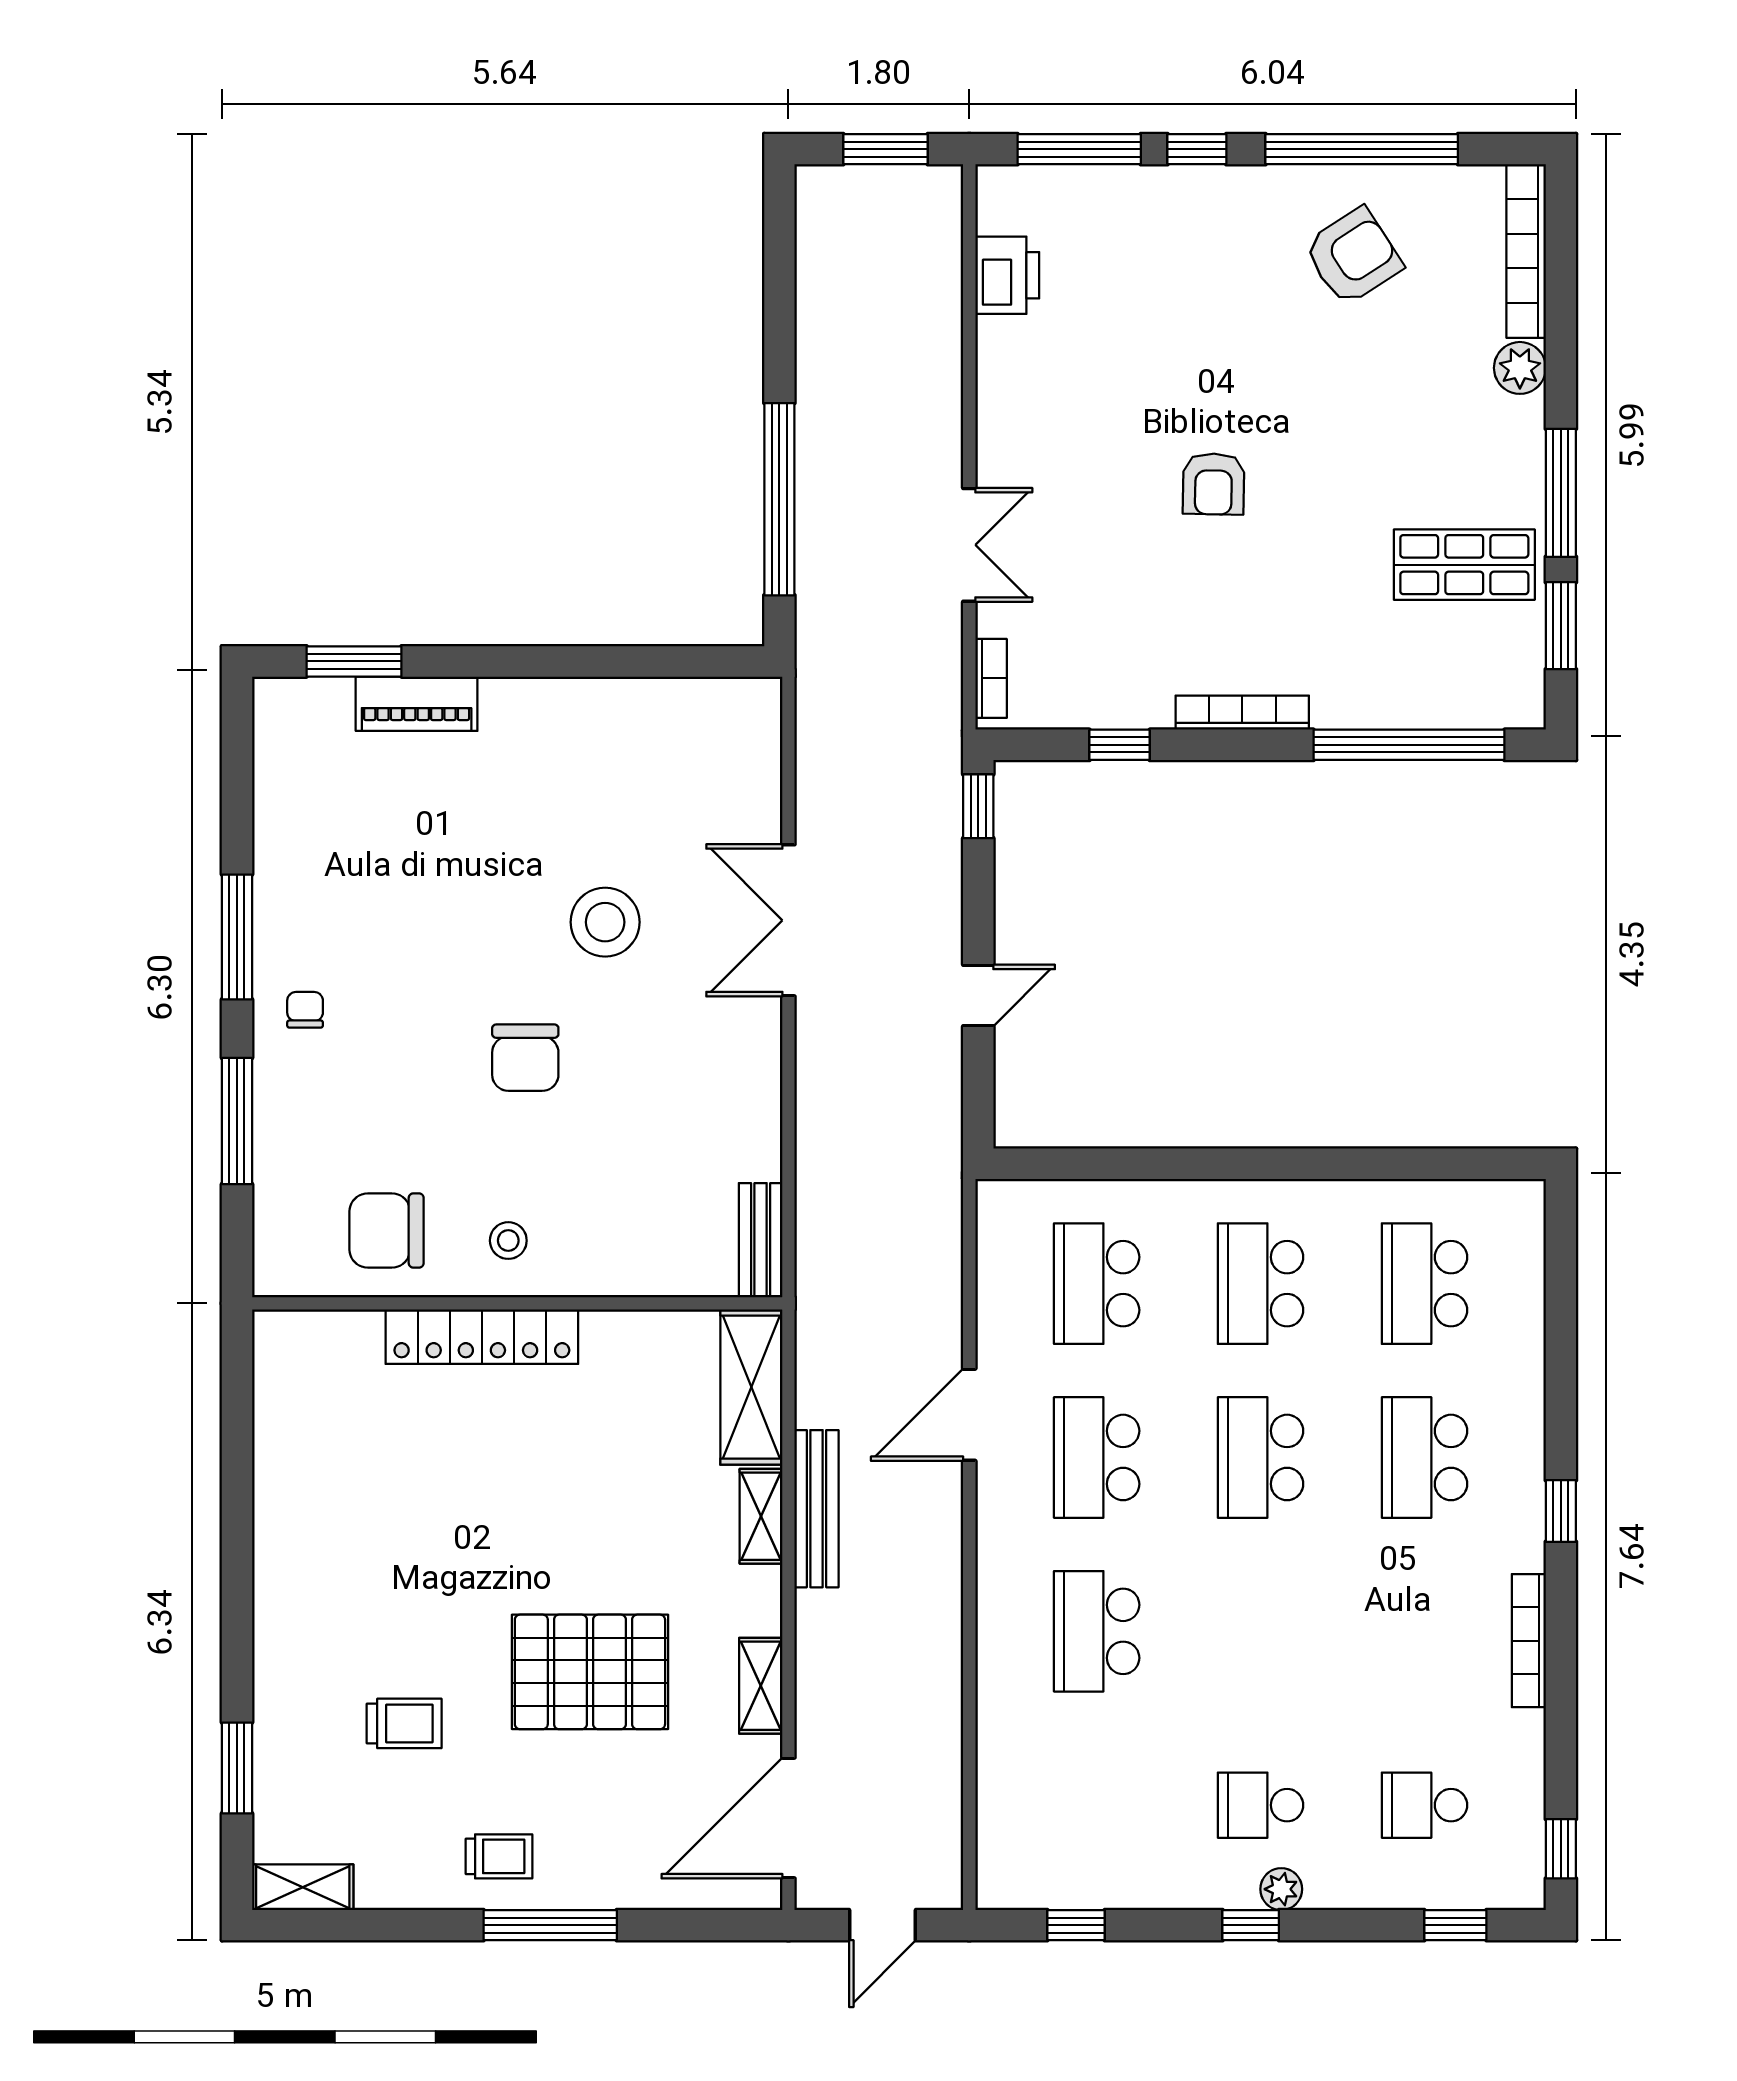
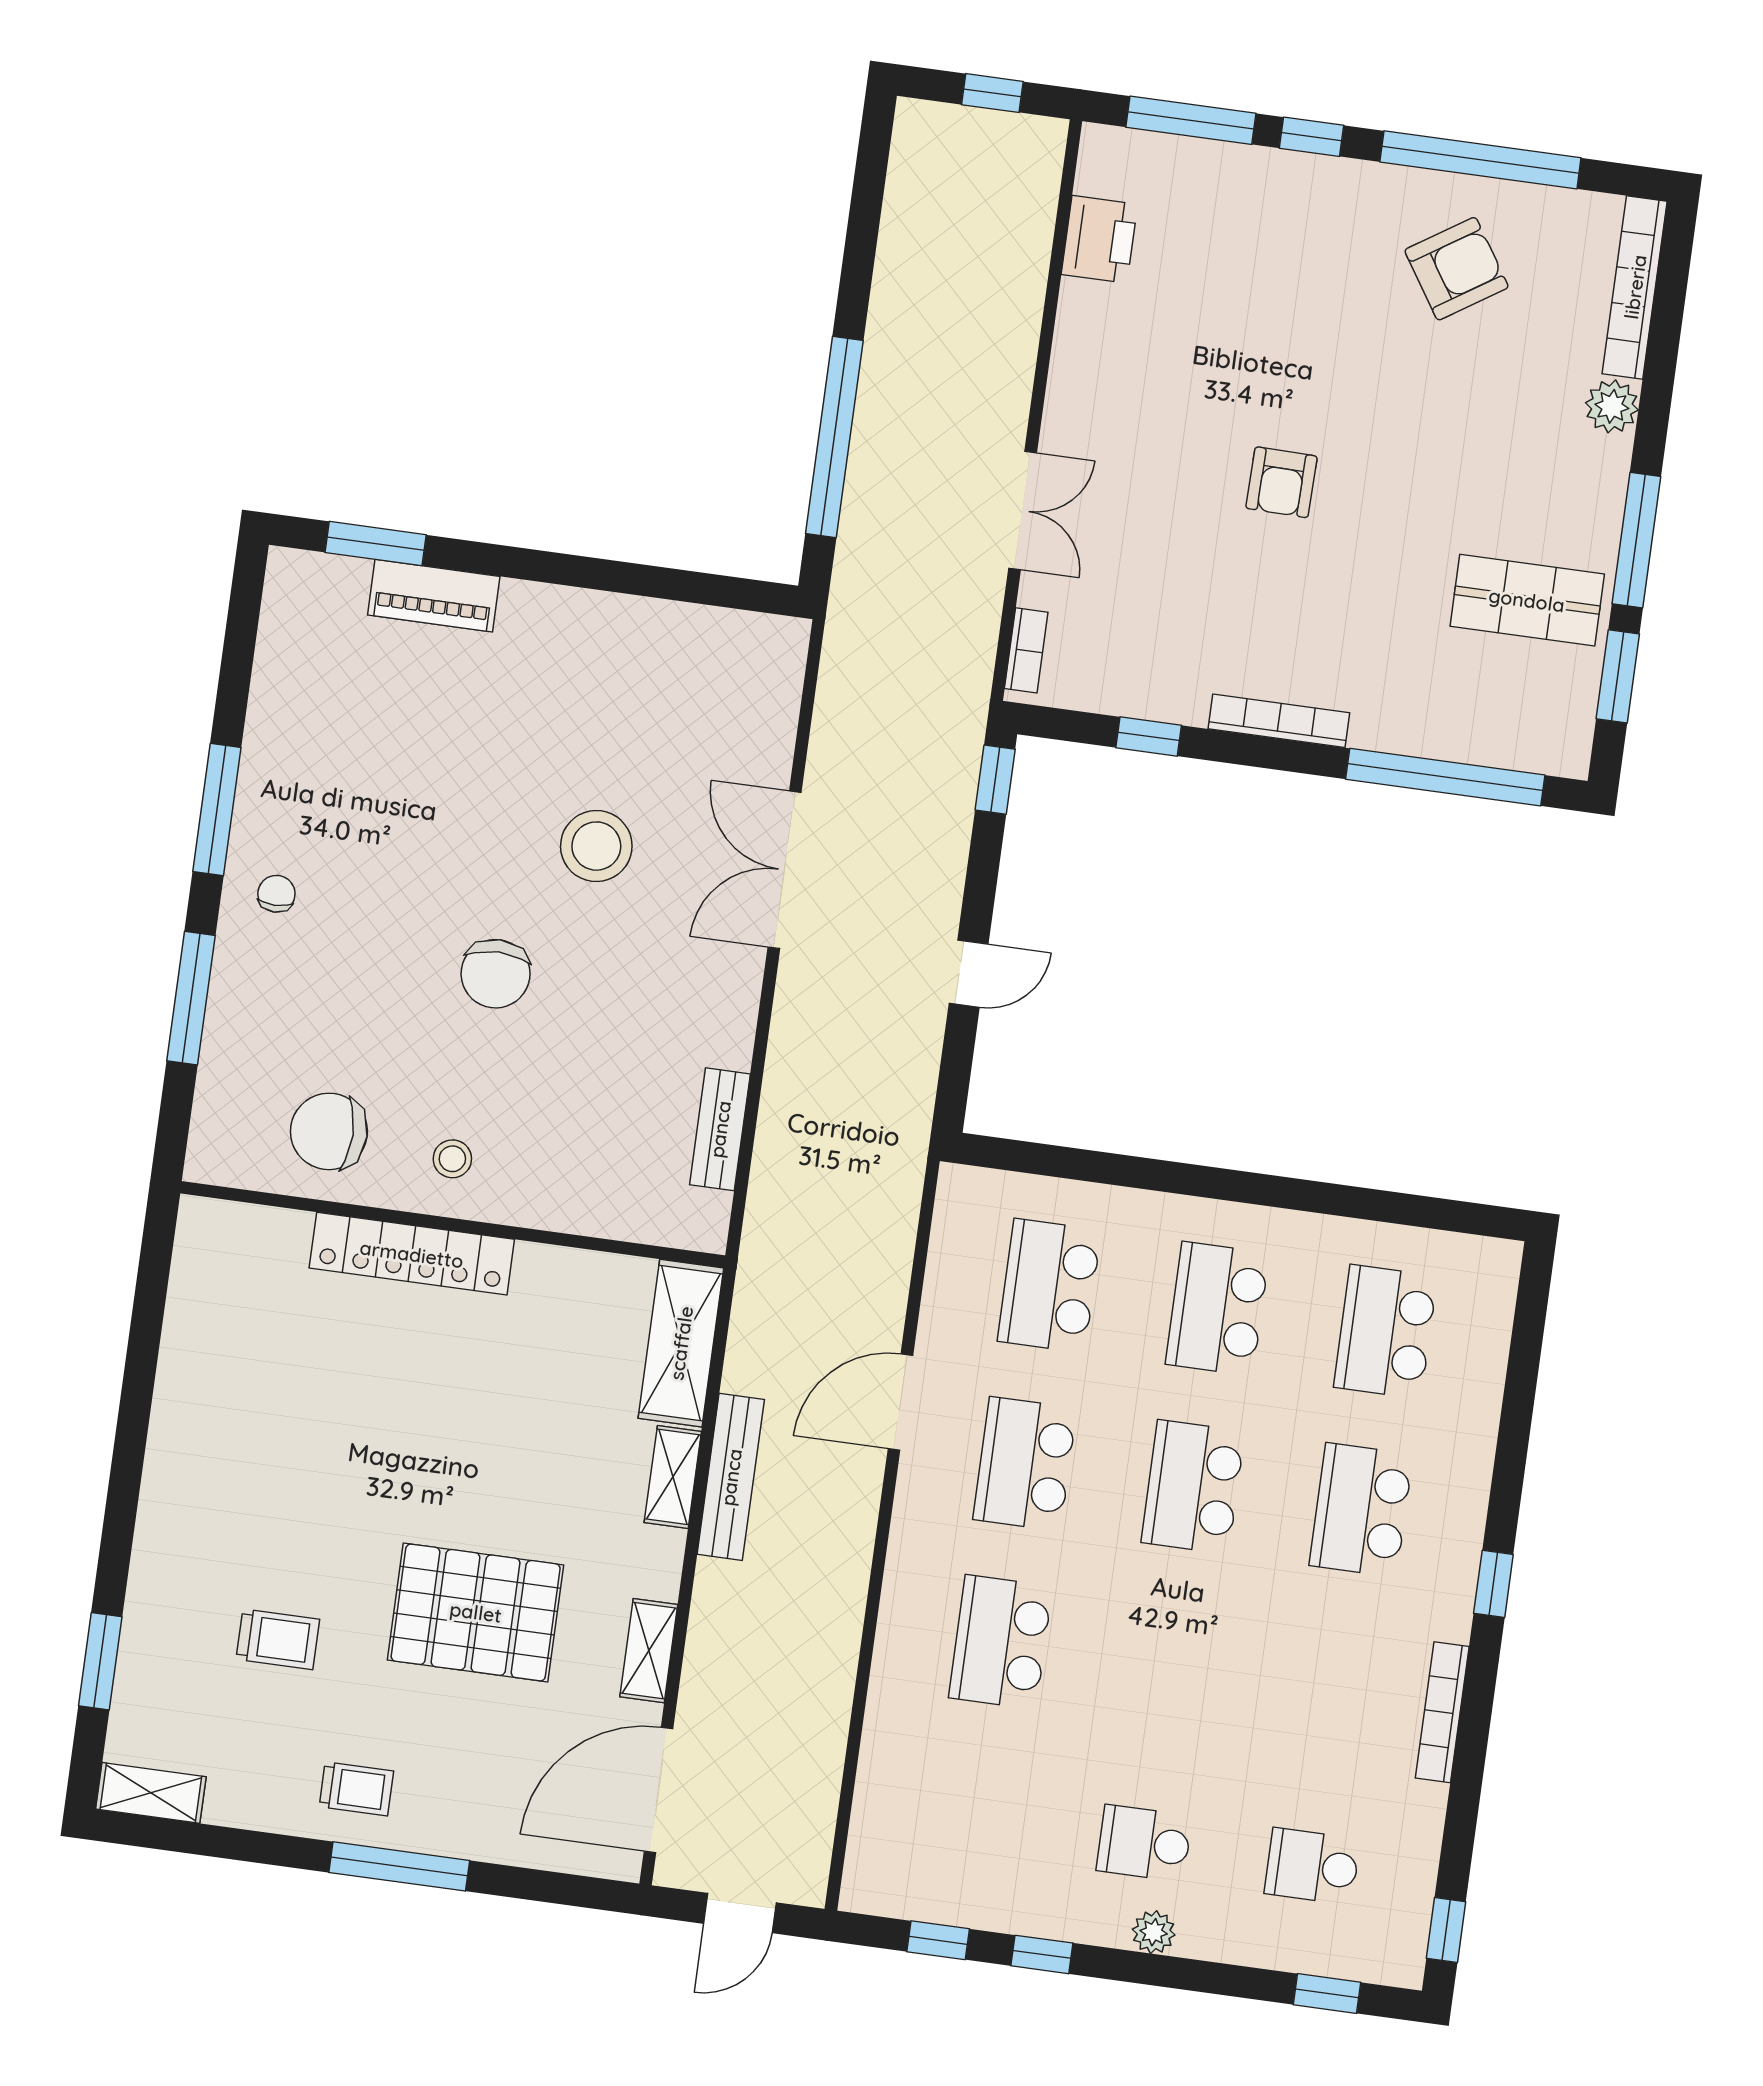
window: (886, 149) -> (992, 93), width x0.67
bench: (761, 1240) -> (720, 1129), moved
window: (1251, 1925) -> (1042, 1954), moved

